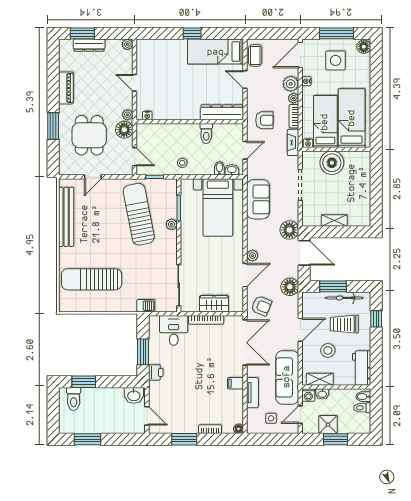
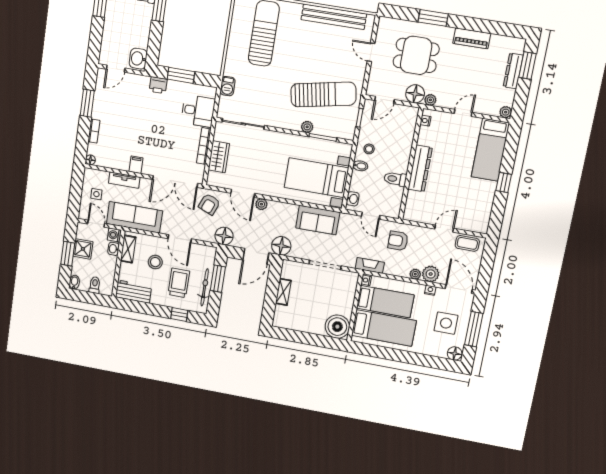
bed: (215, 52) -> (490, 150), moved, turned 180
dresser: (222, 112) -> (420, 168), moved
bookcase: (294, 116) -> (396, 271), removed
armchair: (264, 120) -> (398, 241), turned 90
boiler: (332, 163) -> (337, 327), moved
bidet: (219, 168) -> (360, 166), moved
bidet: (363, 397) -> (74, 282), moved

